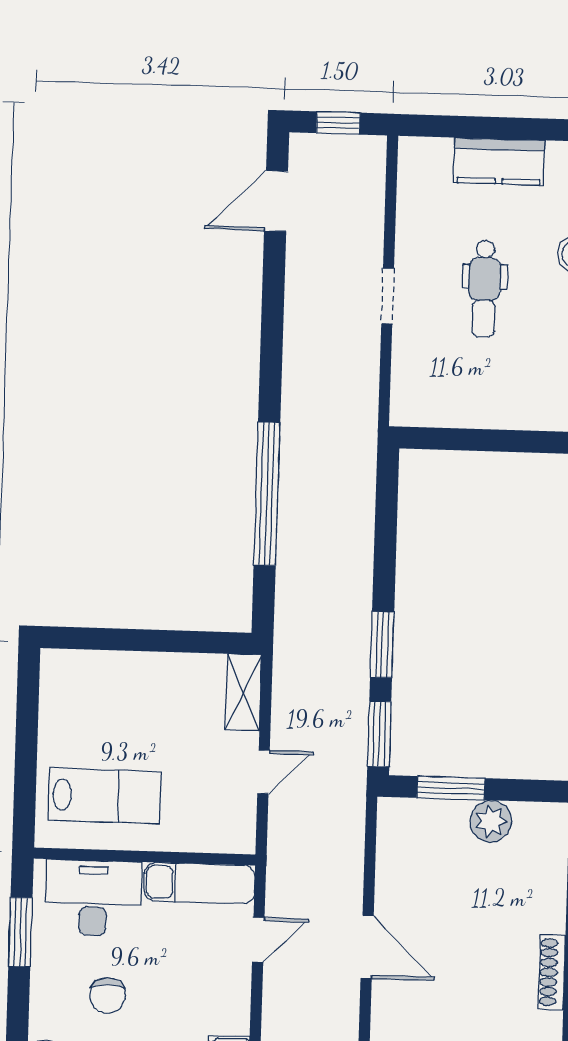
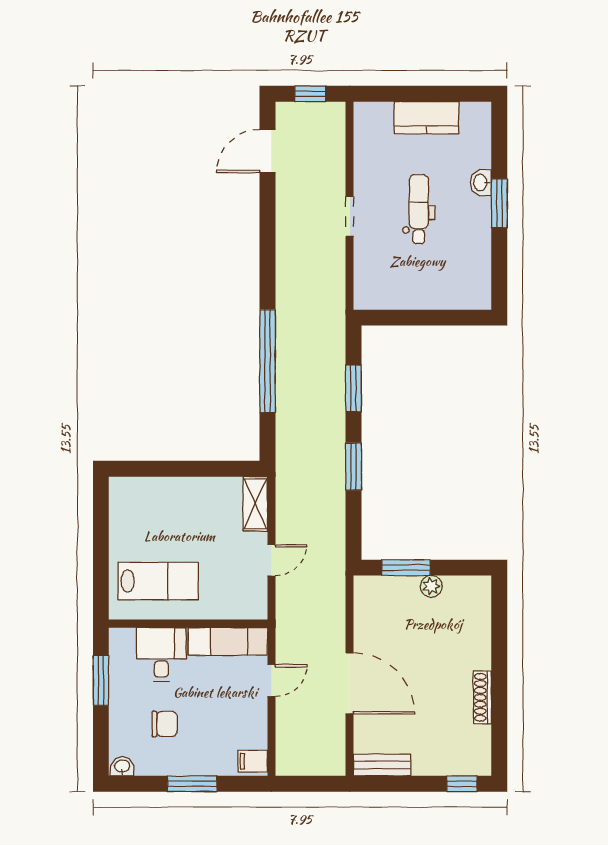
dental chair: (484, 289) -> (419, 209), turned 180
window: (379, 734) -> (353, 388), moved
plant: (491, 821) -> (431, 586), width x0.73, depth x0.73
desk: (93, 898) -> (161, 654), width x0.73
door: (367, 947) -> (350, 683), width x1.36
chair: (107, 995) -> (165, 724), turned -90

